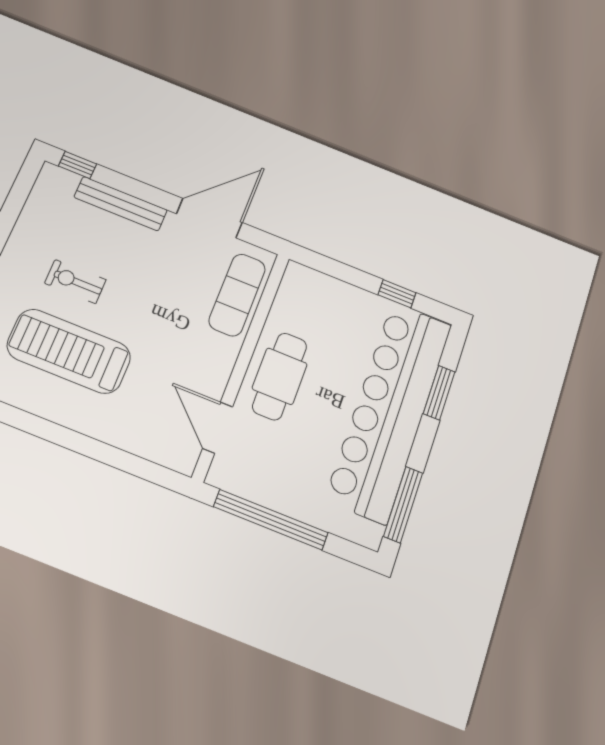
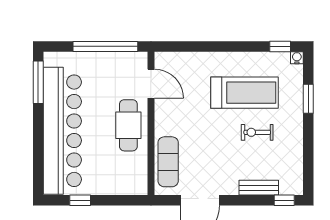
bench: (121, 204) -> (259, 188), width x0.73
exercise bike: (75, 282) -> (257, 132), turned 180
window: (439, 393) -> (38, 152), removed

